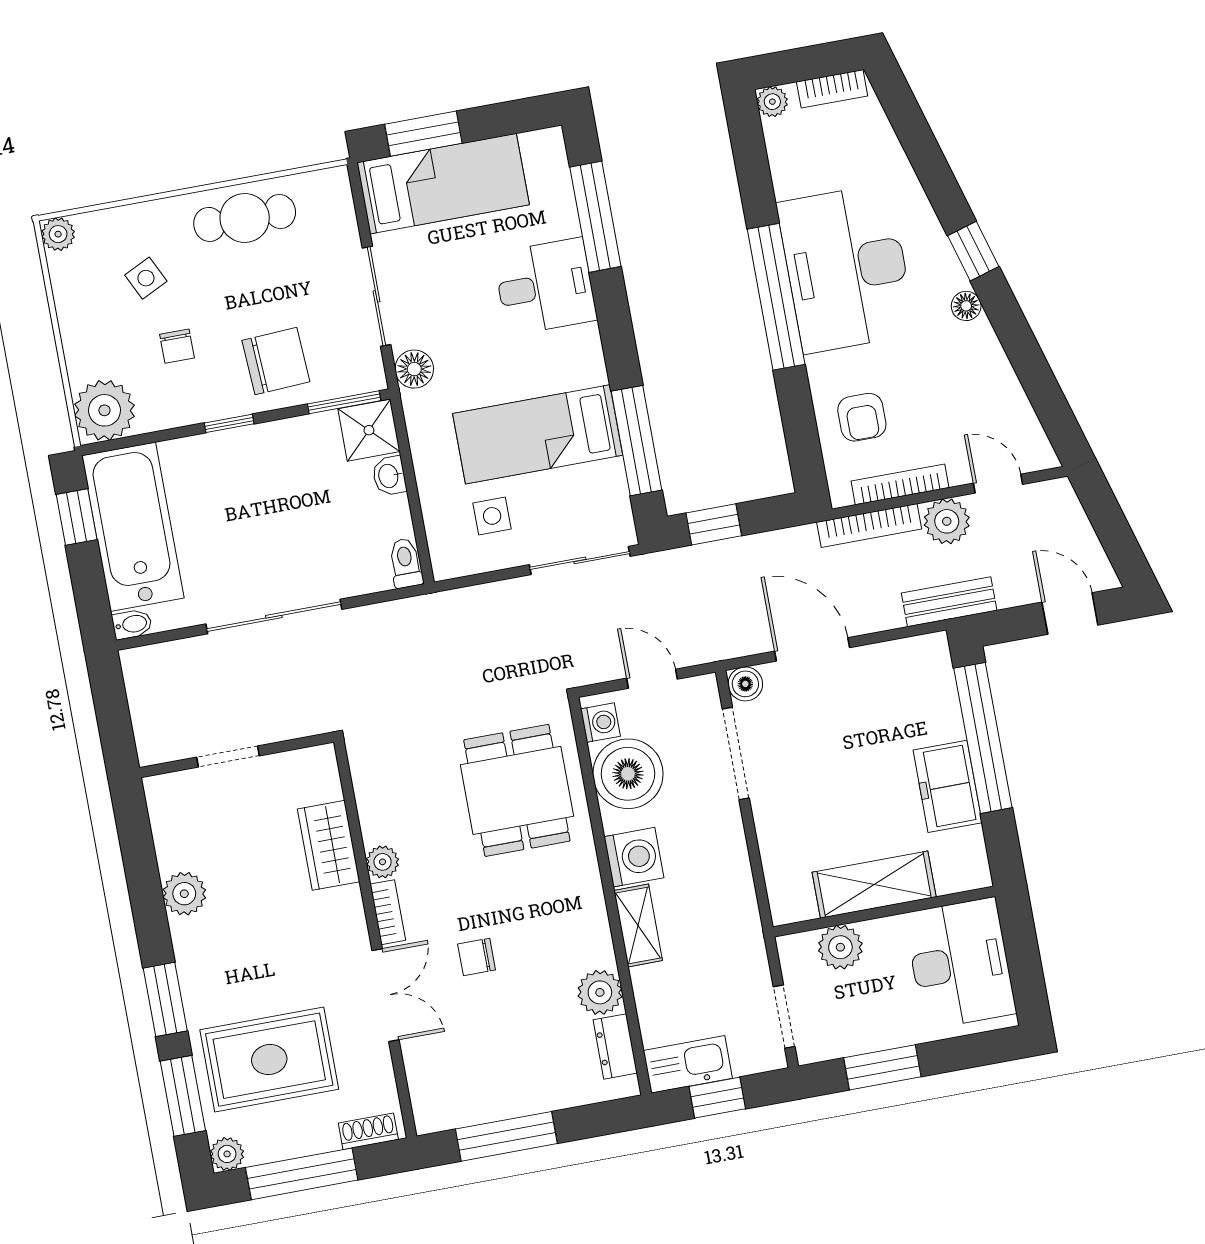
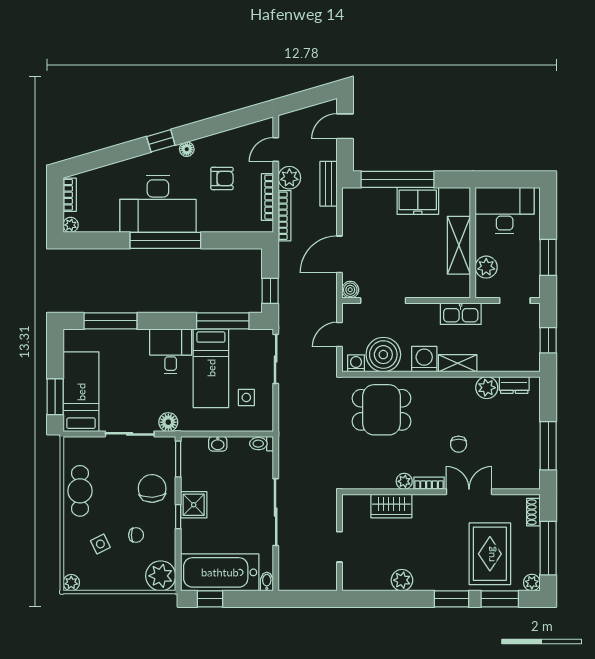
desk: (545, 287) -> (171, 351), moved
armchair: (862, 417) -> (222, 178), moved
shower: (369, 430) -> (194, 505), moved
kitchen sink: (688, 1064) -> (461, 314), moved, turned -90

